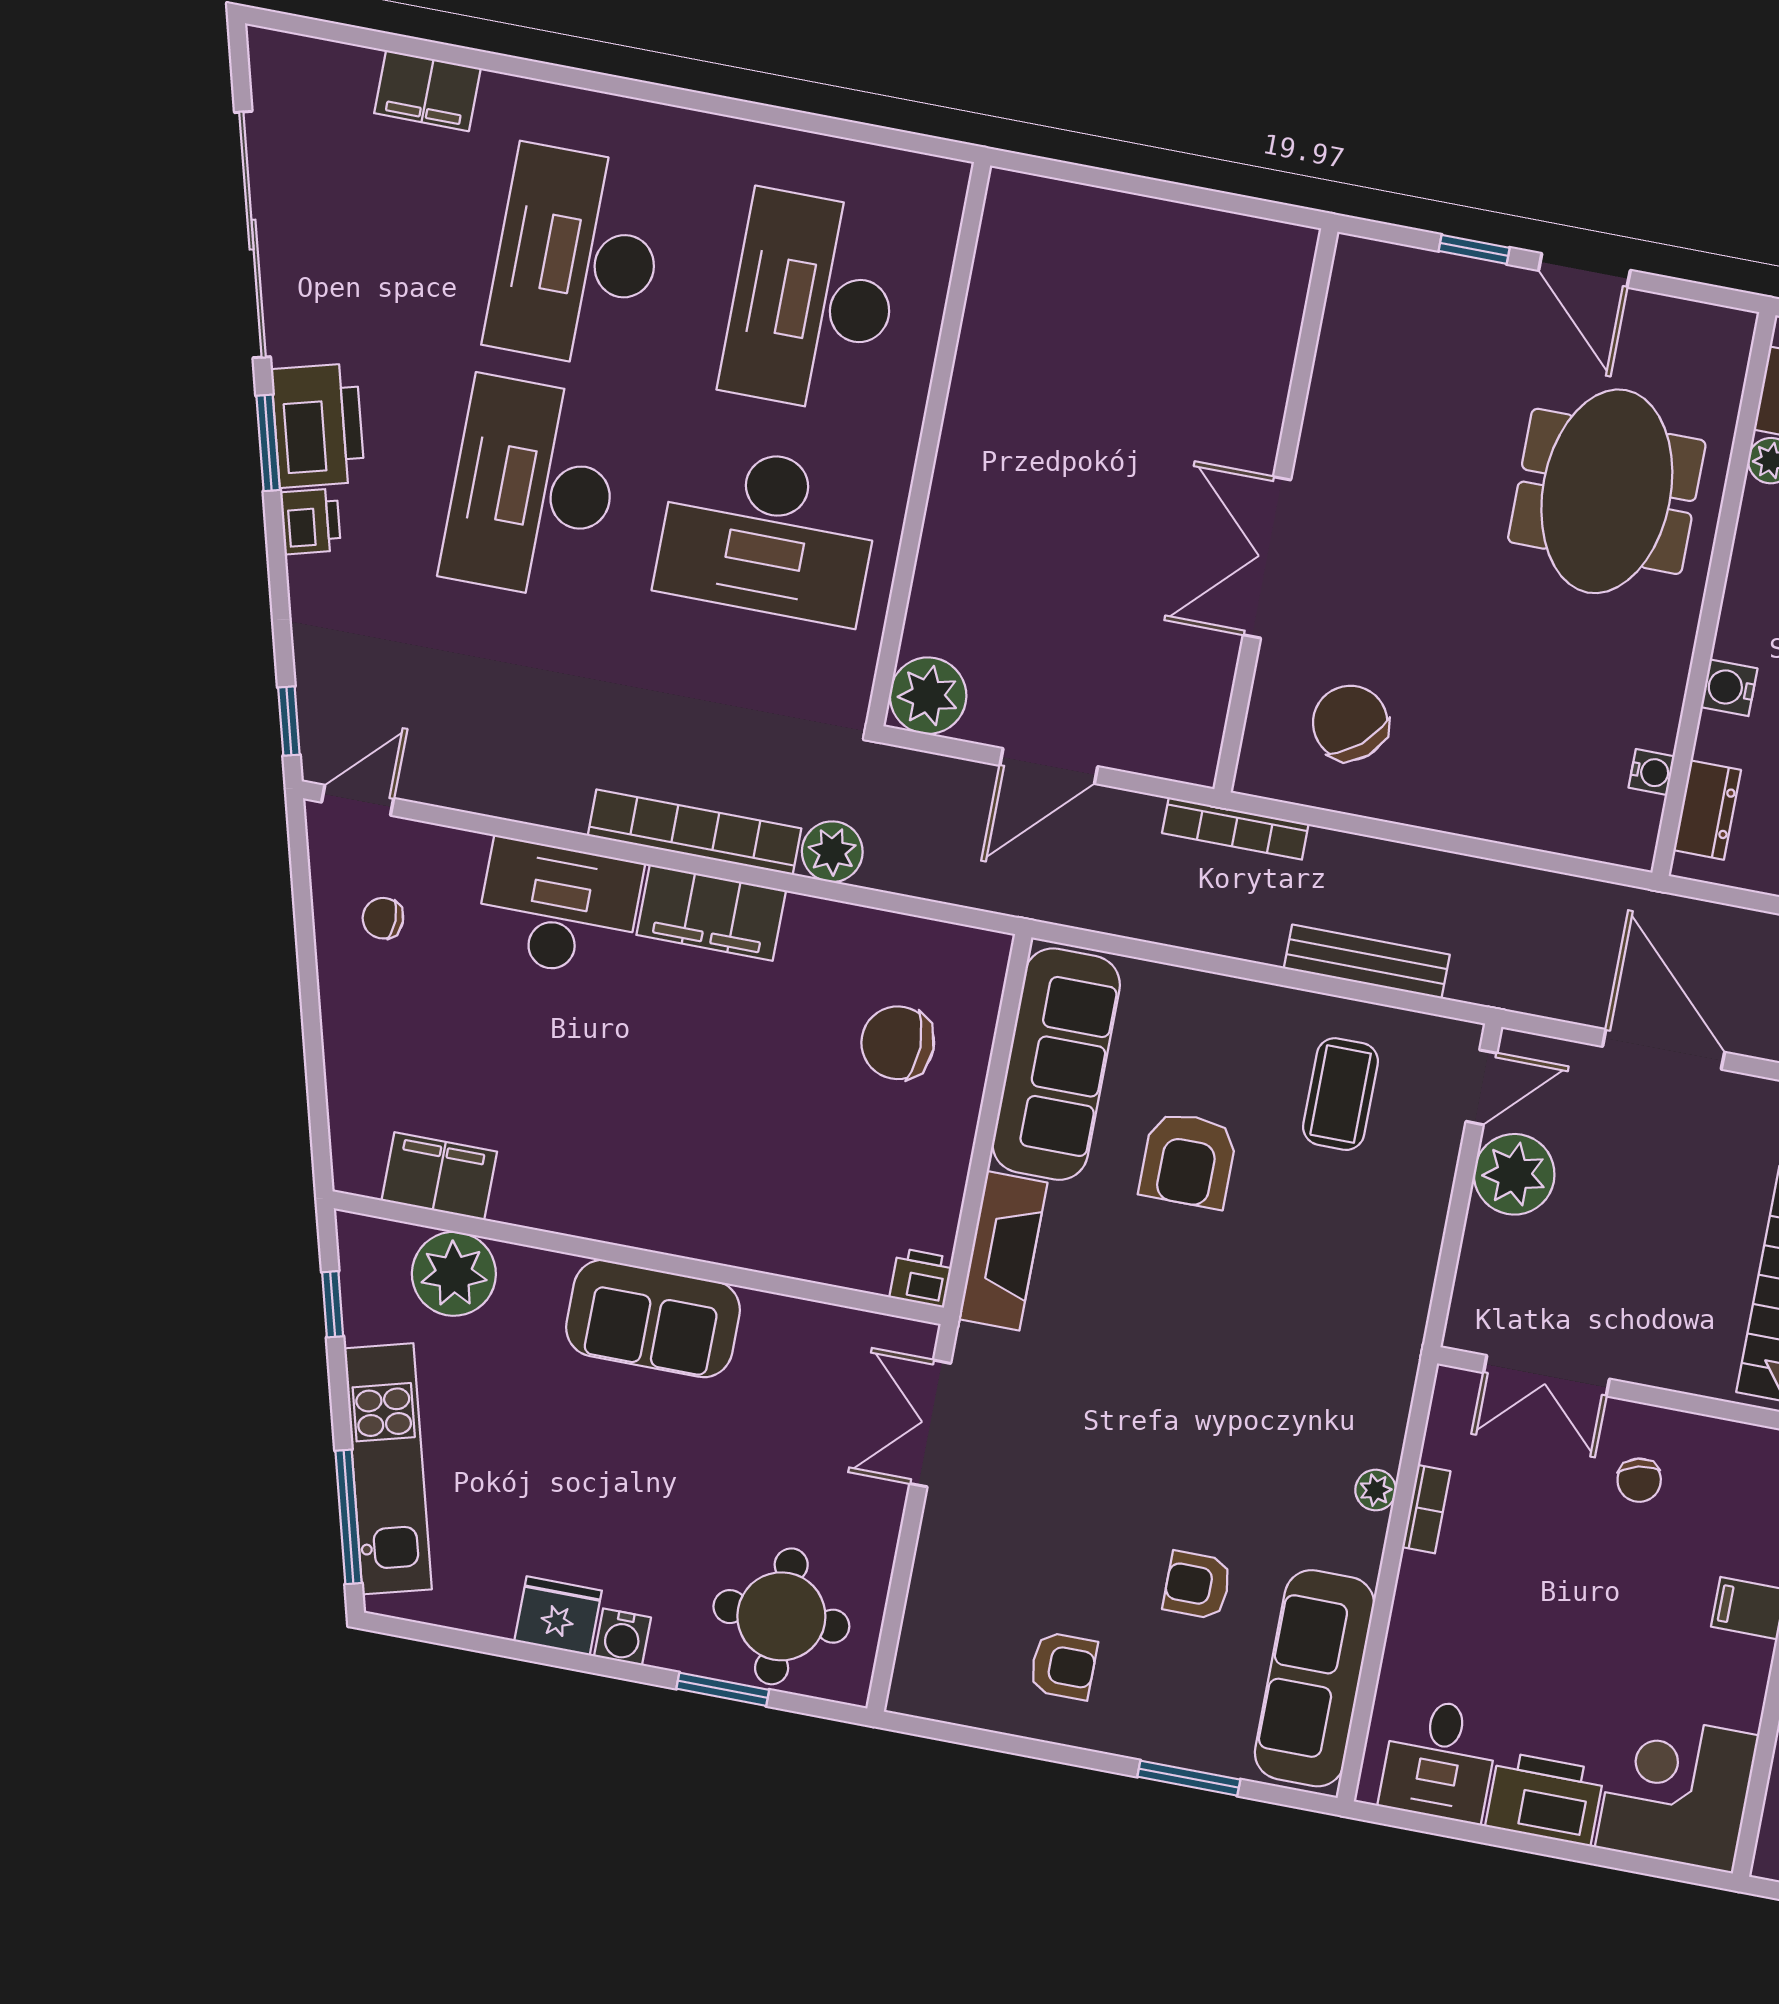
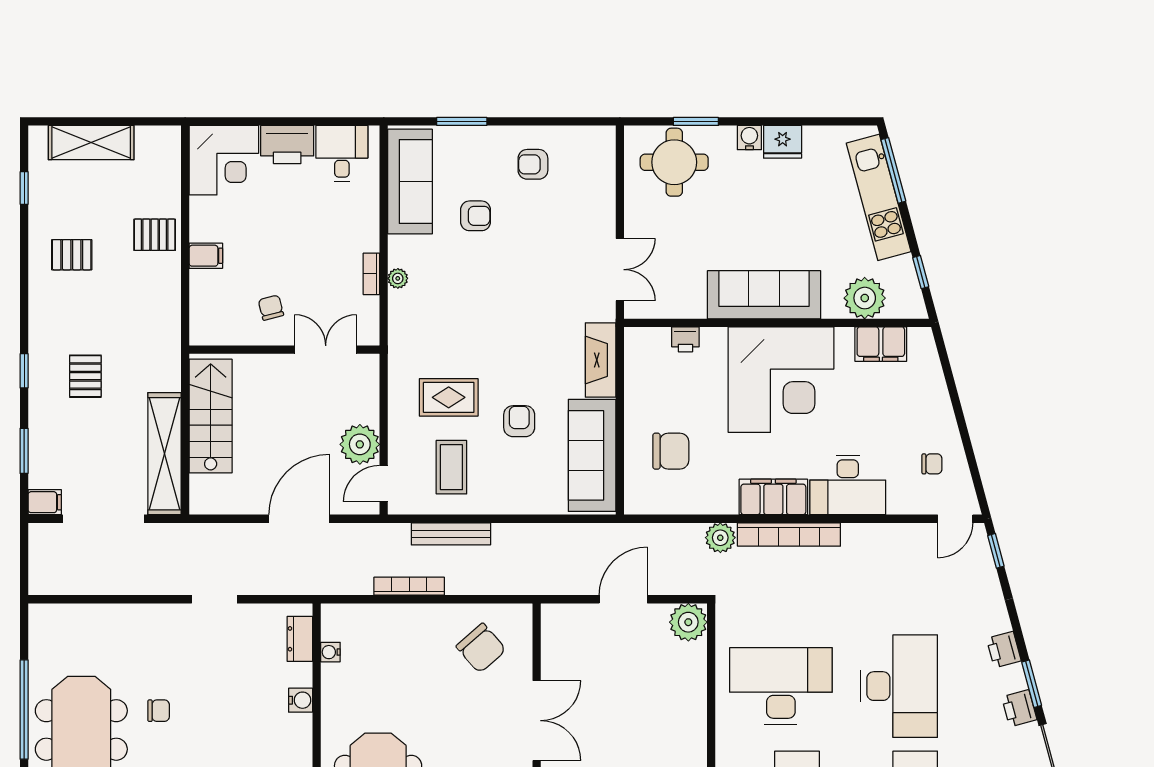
printer: (318, 425) -> (1019, 708), width x0.53, depth x0.68
bookcase: (1235, 828) -> (409, 586), moved
door: (1664, 1049) -> (299, 519), swing flipped
corner desk: (651, 1143) -> (781, 380), added
armchair: (1188, 1160) -> (519, 421), width x0.72, depth x0.72
rug: (1319, 1234) -> (449, 397), added
printer: (921, 1278) -> (685, 339), moved
sofa: (653, 1319) -> (764, 295), width x1.36

